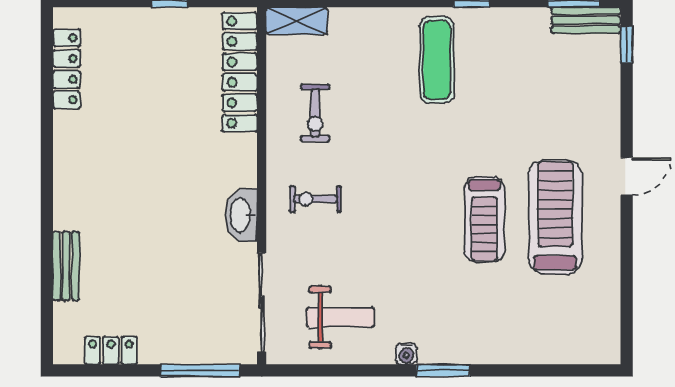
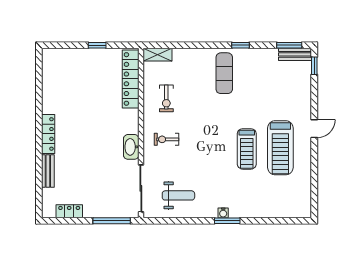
locker: (67, 69) -> (48, 134), moved
treadmill: (555, 217) -> (280, 148), turned 180
water cooler: (406, 354) -> (223, 213), moved

